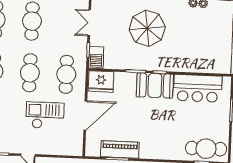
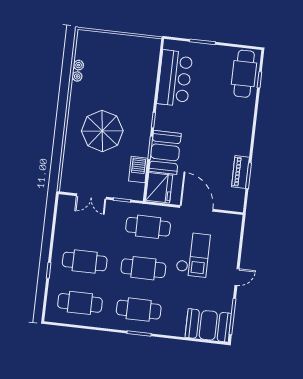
barbecue: (96, 57) -> (138, 170), moved, turned -90
booth: (155, 85) -> (165, 152), moved
checkout: (45, 115) -> (193, 255), turned 180
piano: (120, 150) -> (240, 172), width x0.73, depth x0.75

